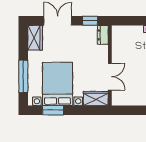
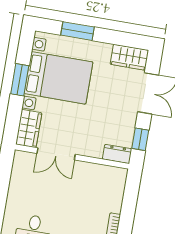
window: (23, 76) -> (78, 31), width x0.69
window: (53, 110) -> (20, 80), moved

